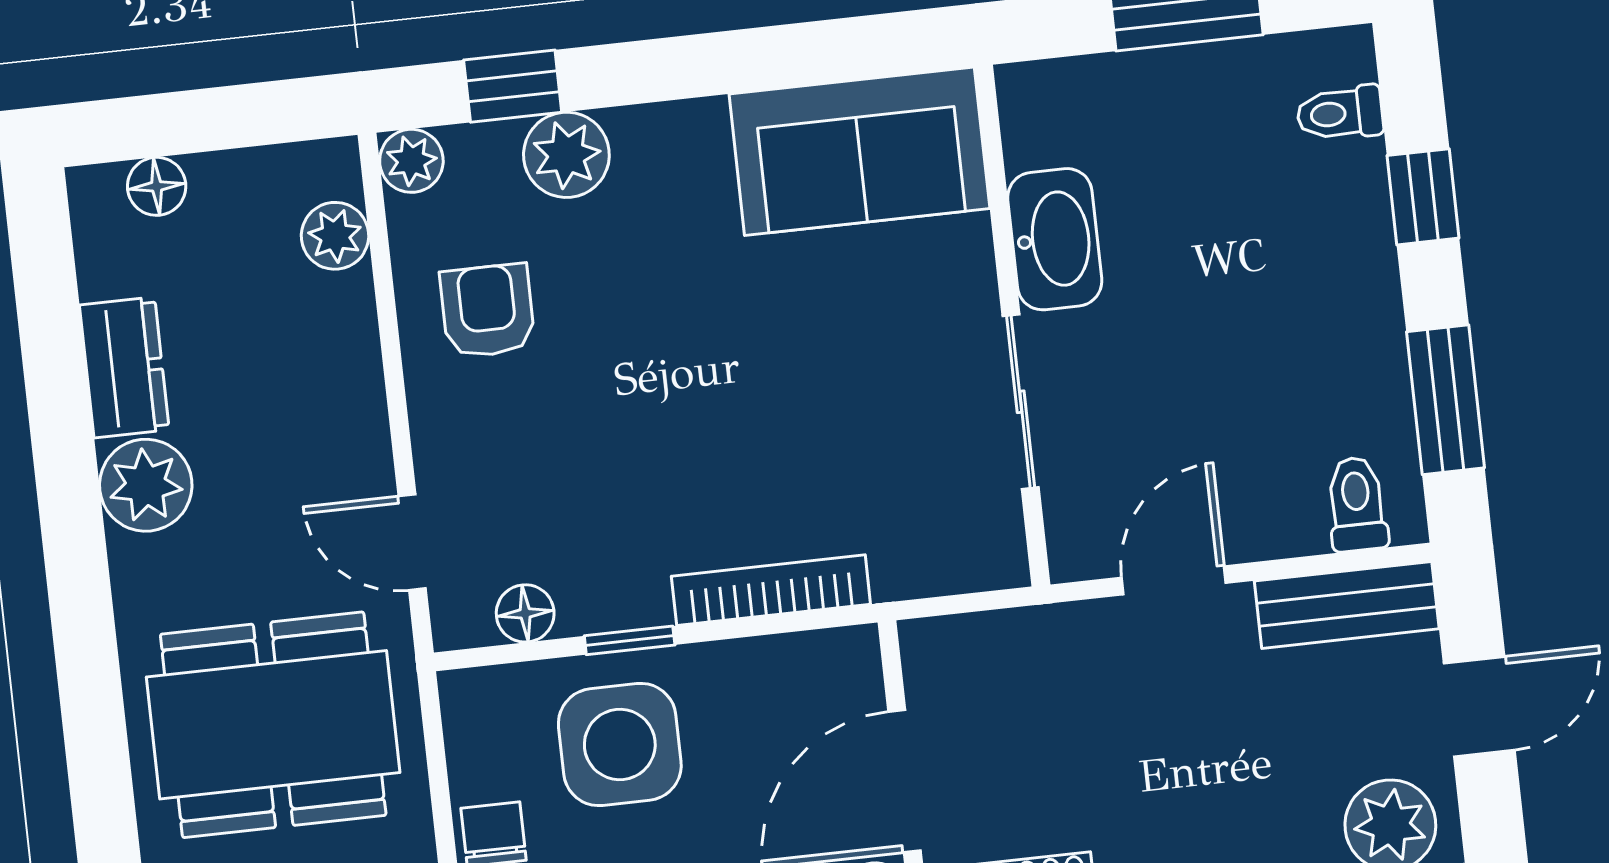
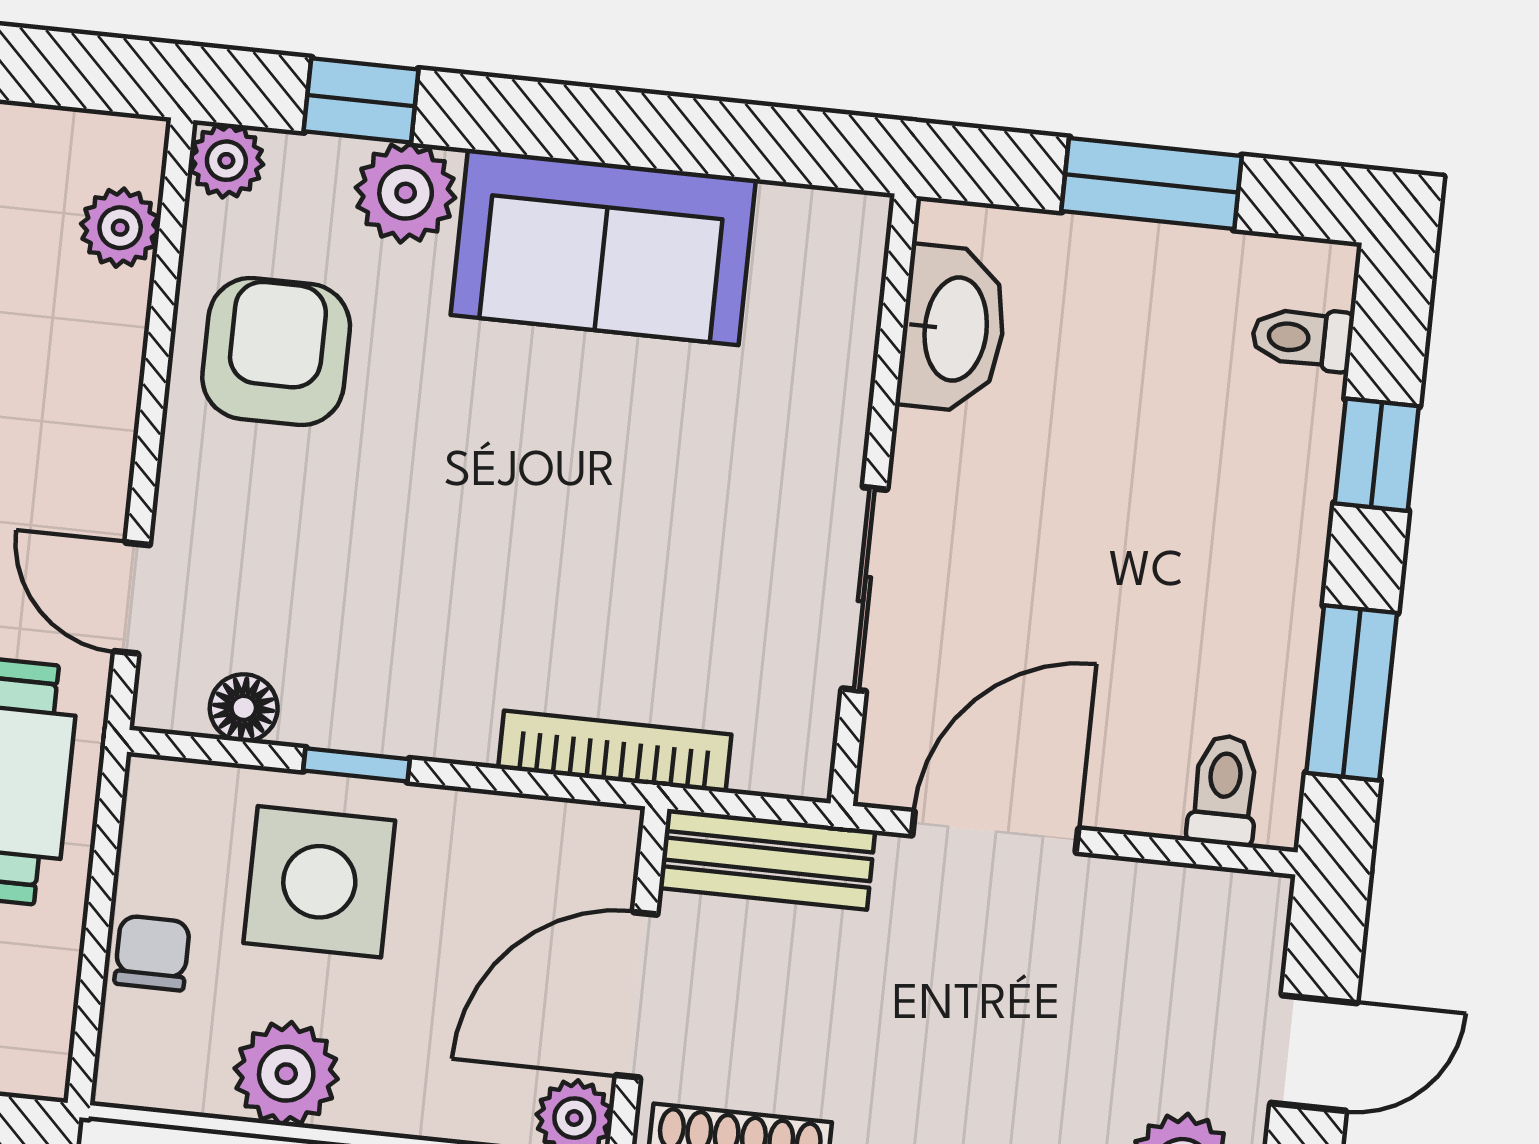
sofa: (859, 151) -> (603, 247), moved
washbasin: (1055, 239) -> (953, 329), moved
armchair: (488, 311) -> (276, 352), width x1.38, depth x1.38
door: (1174, 580) -> (995, 832), width x1.38
bookcase: (771, 590) -> (615, 751), moved
bench: (1347, 605) -> (767, 859), moved

